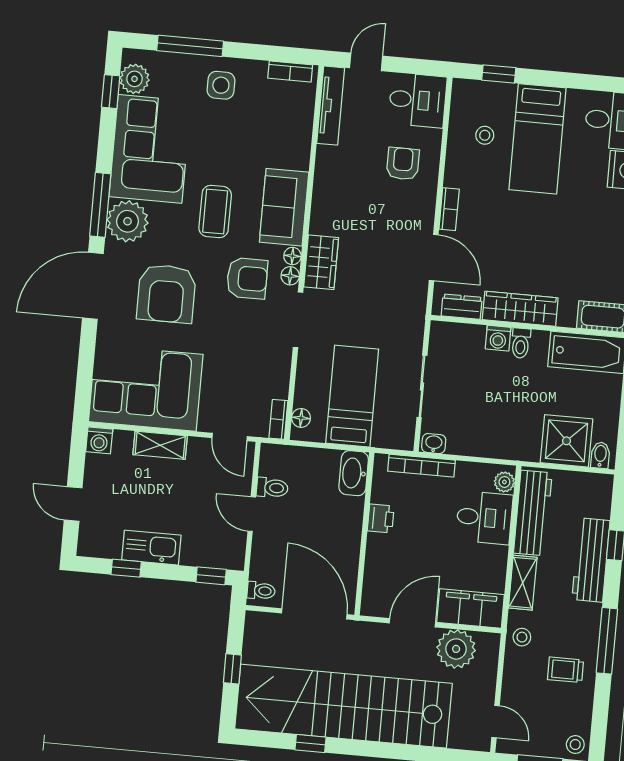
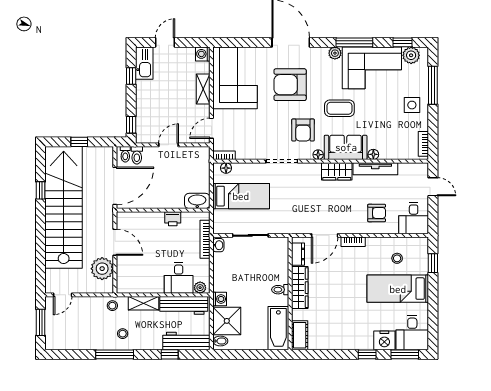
tv unit: (331, 106) -> (375, 169), moved
window: (100, 205) -> (354, 42), moved
plant: (127, 221) -> (335, 53), width x0.53, depth x0.53
wardrobe: (321, 262) -> (337, 171), moved
floor lamp: (290, 276) -> (373, 154), moved
washing machine: (498, 338) -> (220, 299), moved, turned 180
toilet: (272, 488) -> (137, 155), moved
kitchen sink: (151, 548) -> (144, 63), moved
workbench: (591, 560) -> (186, 341), moved
filing cabinet: (470, 608) -> (126, 275), removed
trolley: (565, 670) -> (96, 332), removed
stool: (575, 745) -> (123, 334), moved

